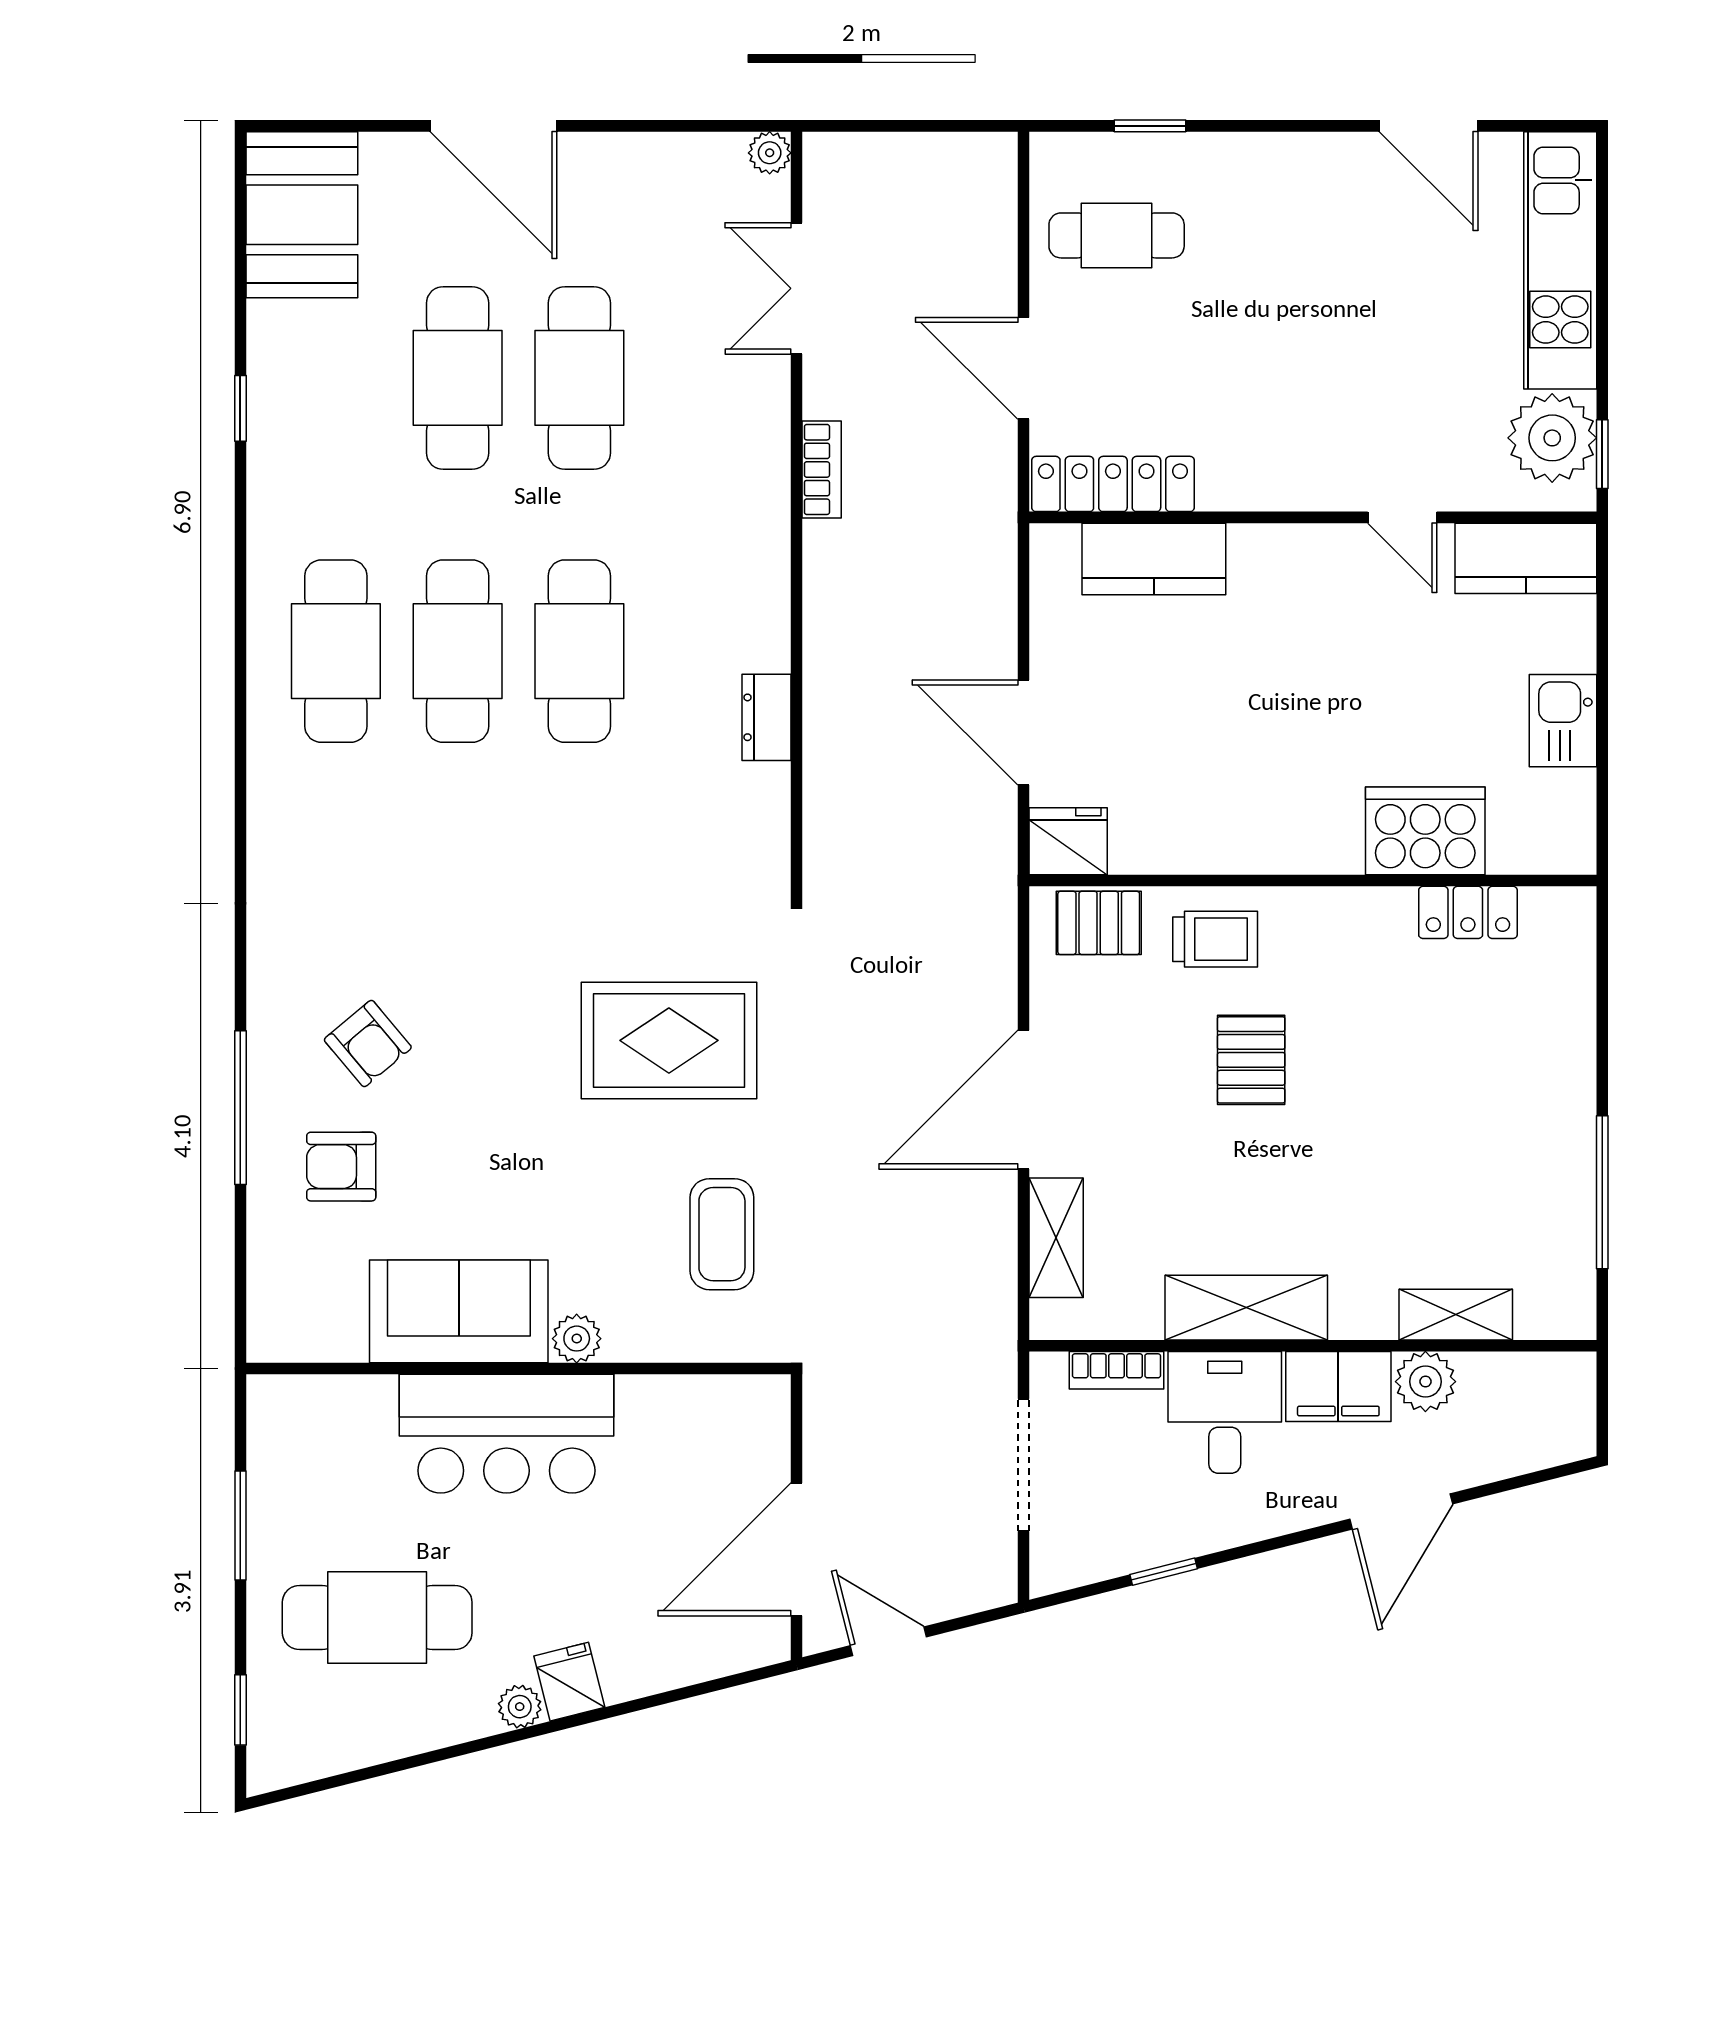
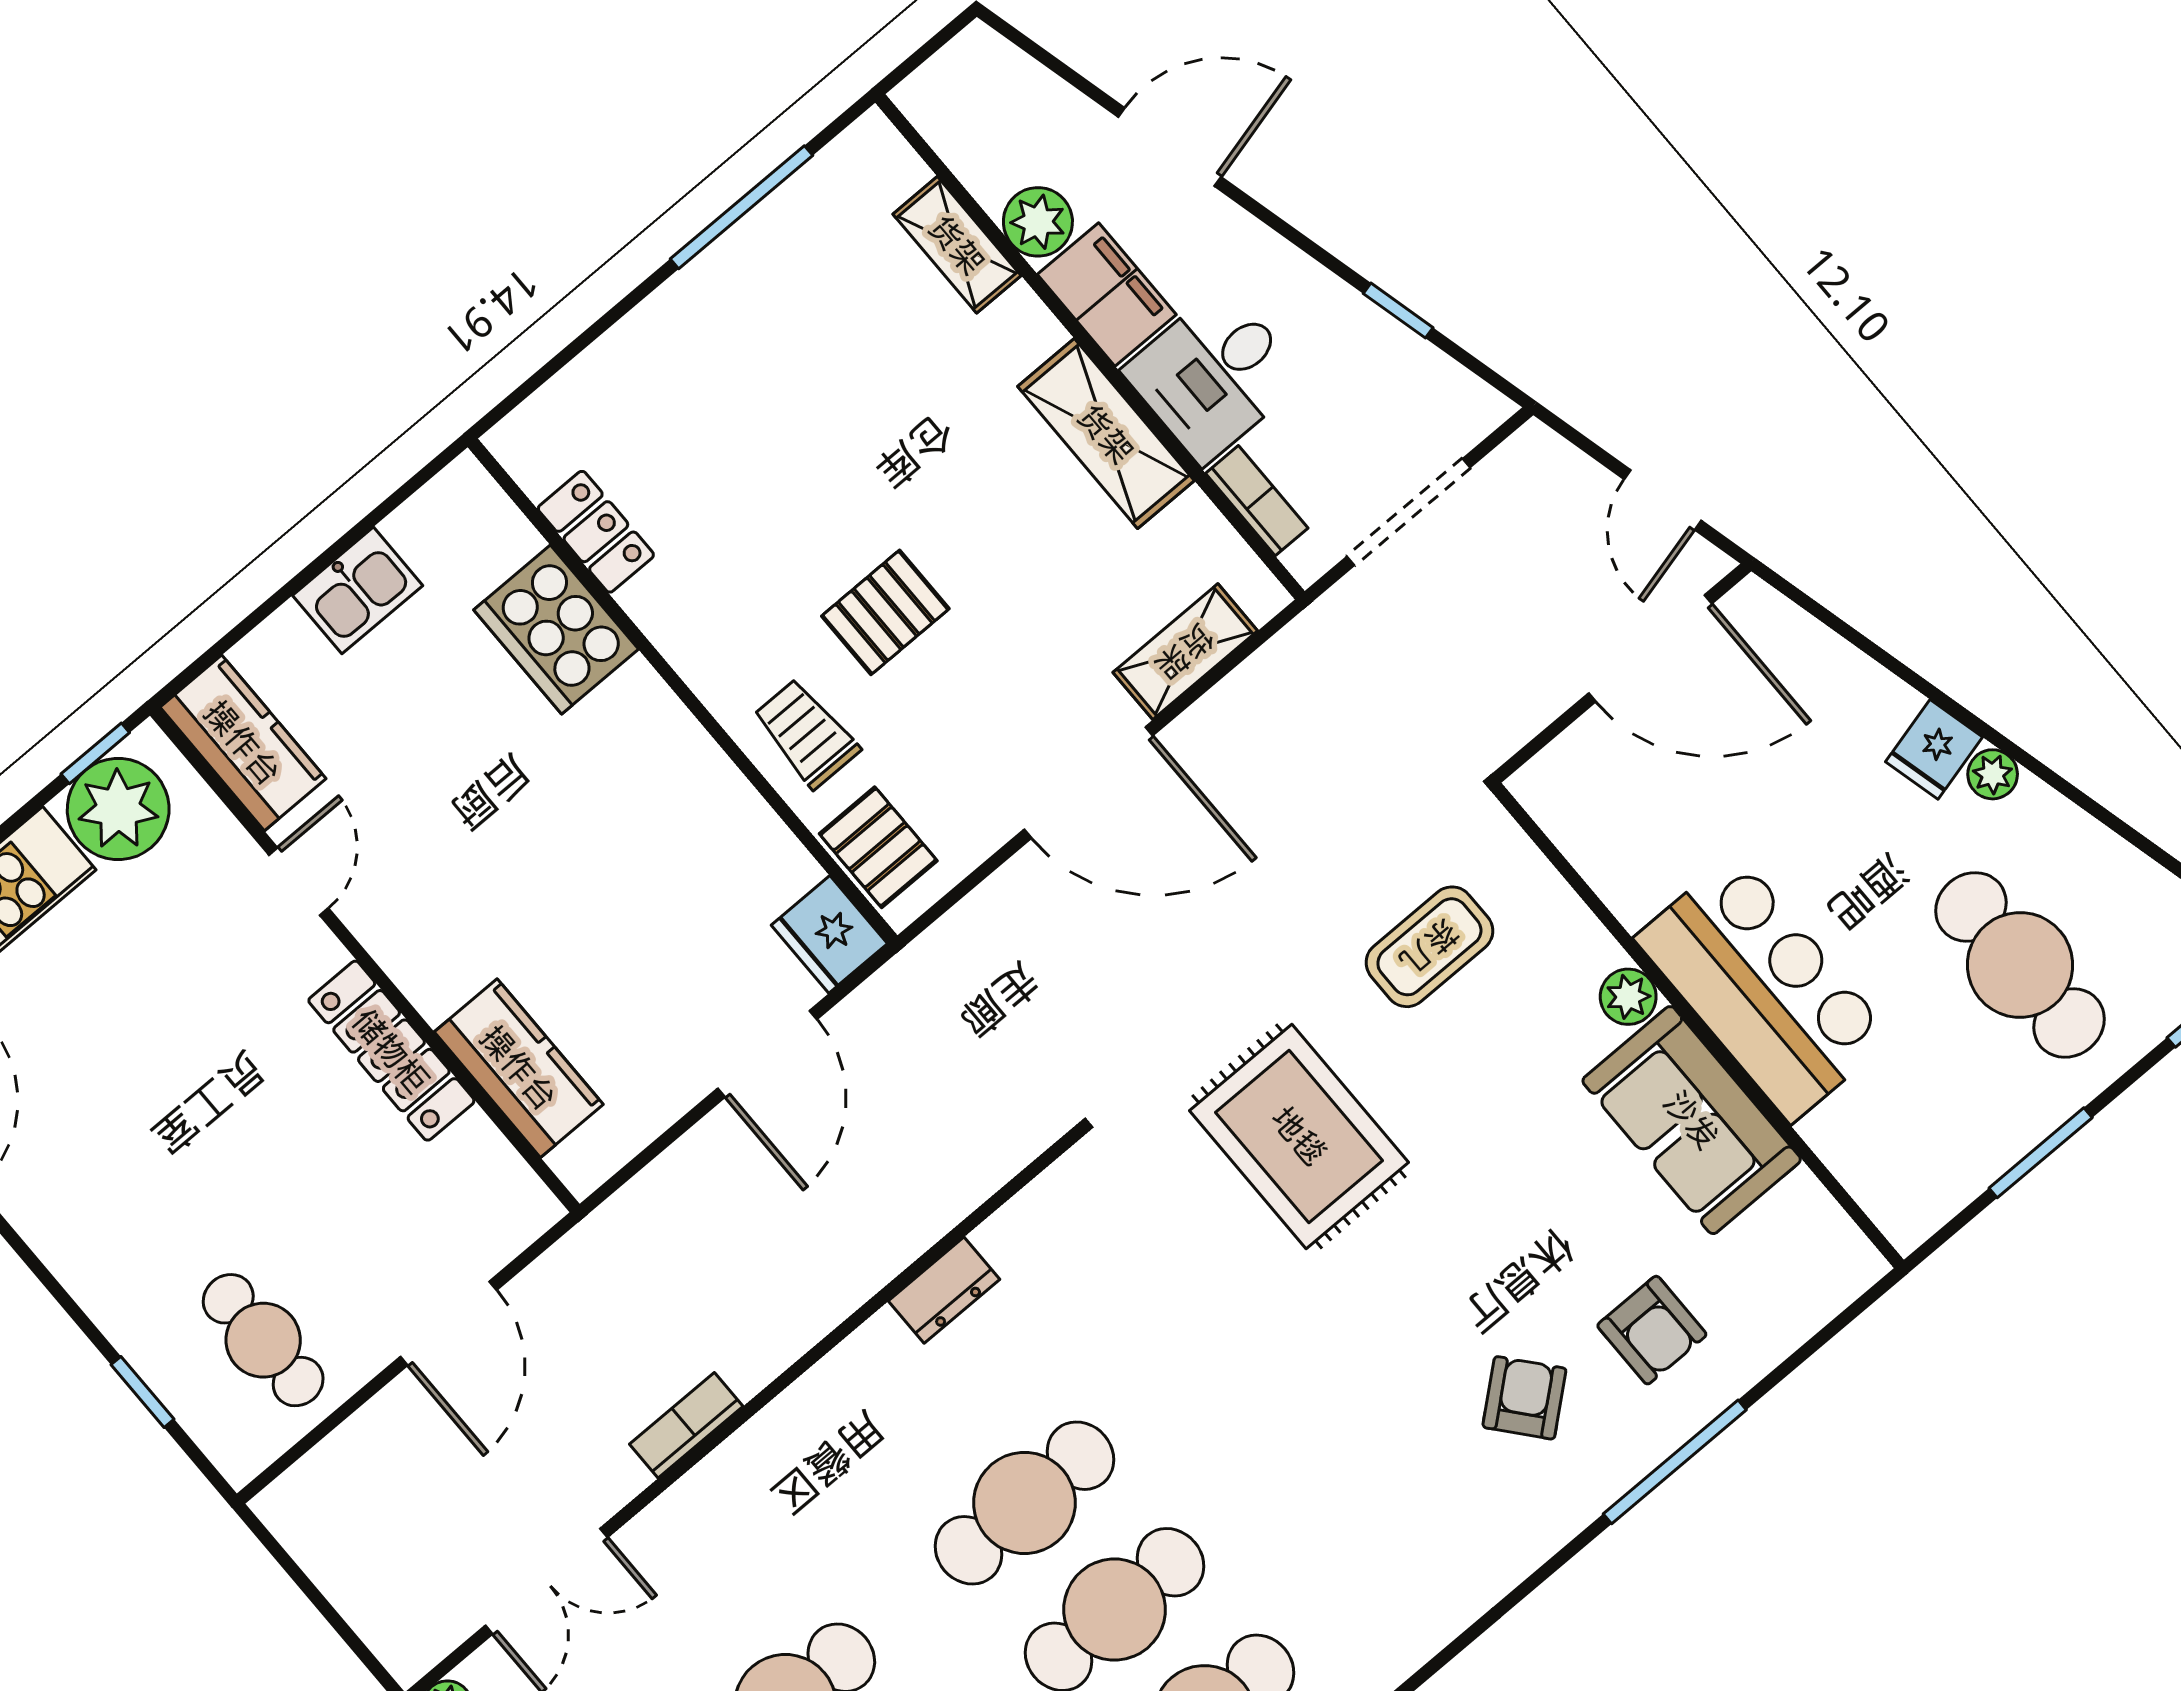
locker: (1113, 484) -> (391, 1051), moved

